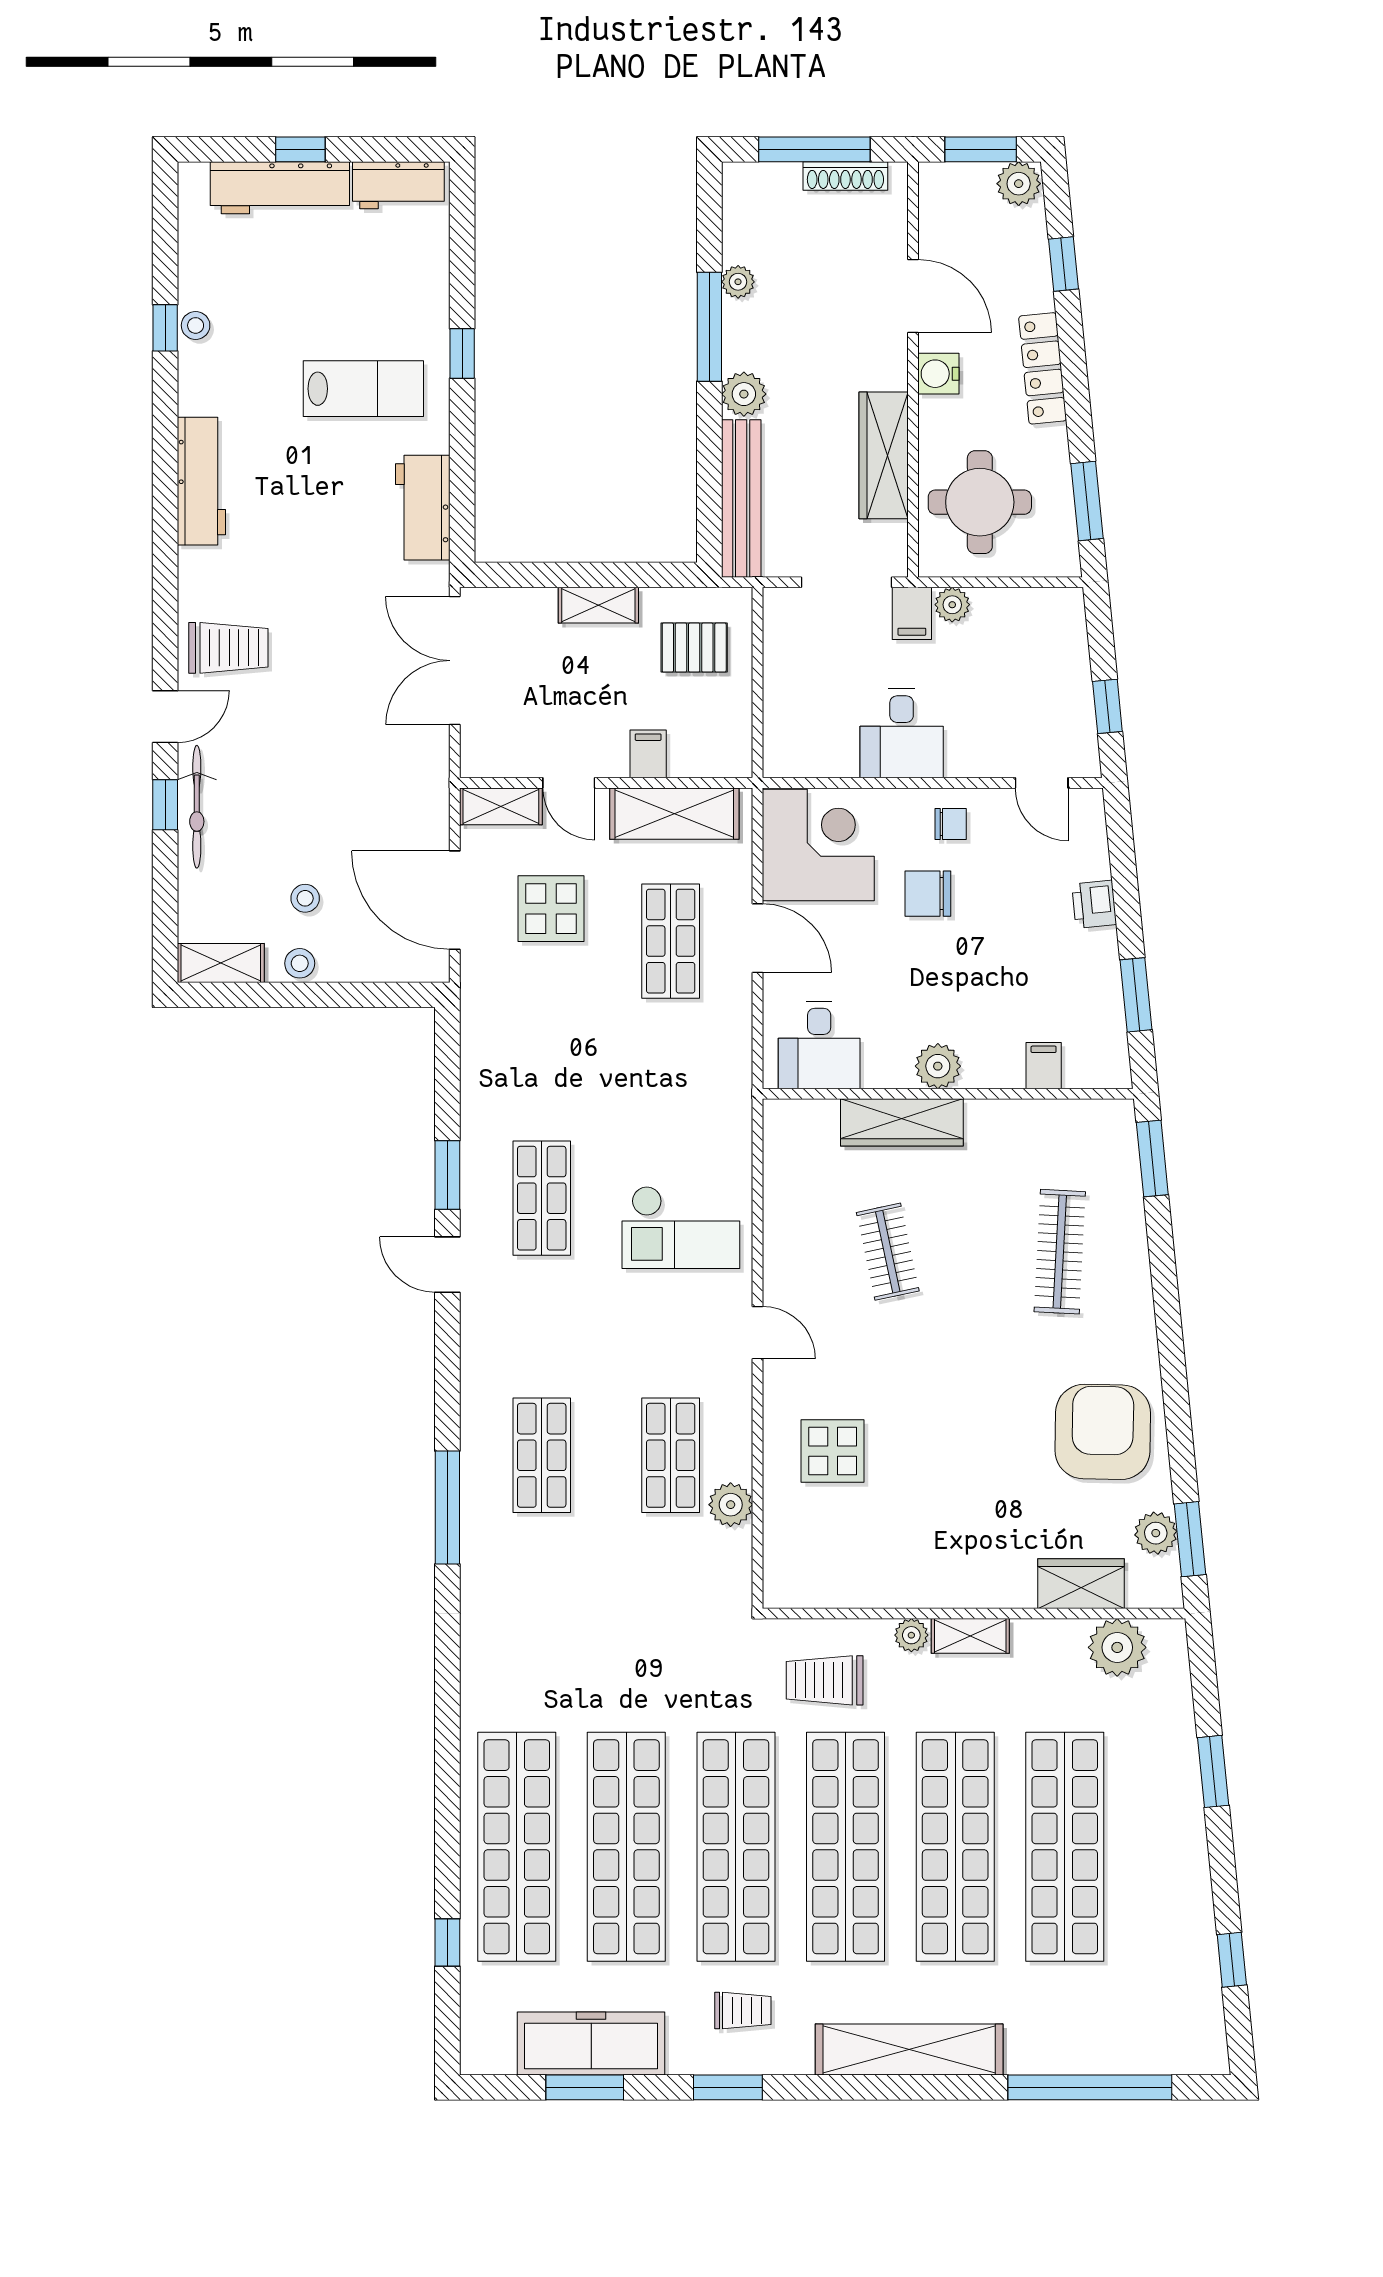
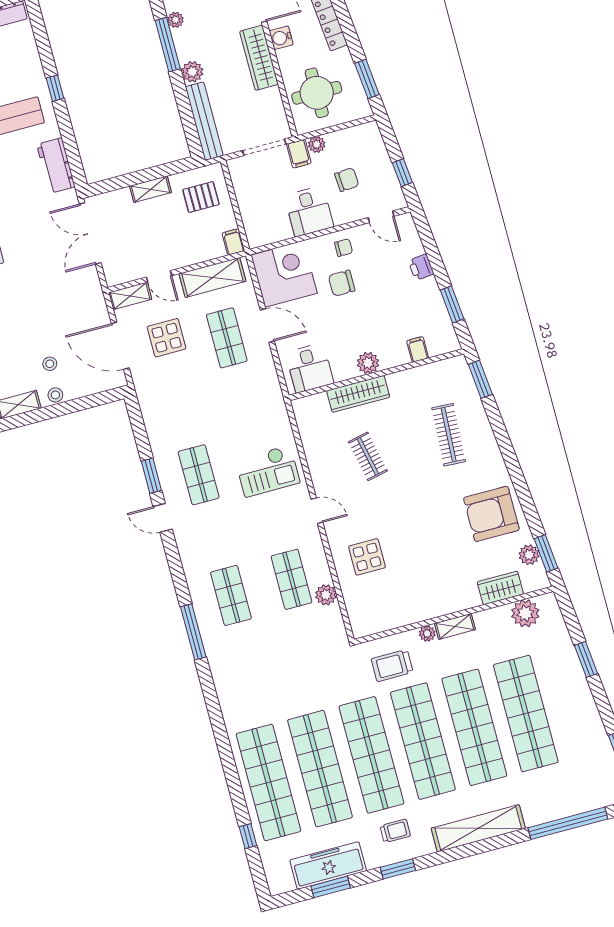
wardrobe: (884, 455) -> (259, 58), moved
chair: (993, 691) -> (347, 180), added
filing cabinet: (648, 754) -> (233, 242), moved
armchair: (1103, 1432) -> (491, 514), turned -91

